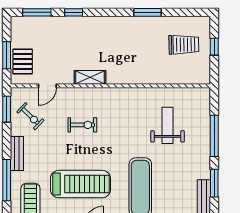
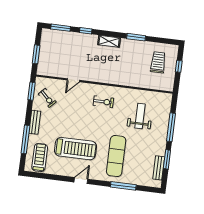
trolley: (184, 45) -> (158, 62), turned -89
pallet: (23, 61) -> (47, 60), removed
shelving: (90, 77) -> (109, 41), moved
door: (47, 86) -> (73, 80), moved
exercise bike: (82, 125) -> (103, 102), moved

